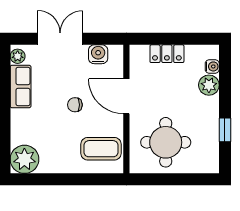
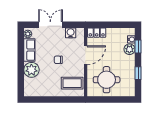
locker: (167, 54) -> (97, 33), moved
window: (225, 80) -> (138, 47), added
door: (126, 96) -> (86, 55), swing flipped
plant: (24, 159) -> (31, 70), moved

